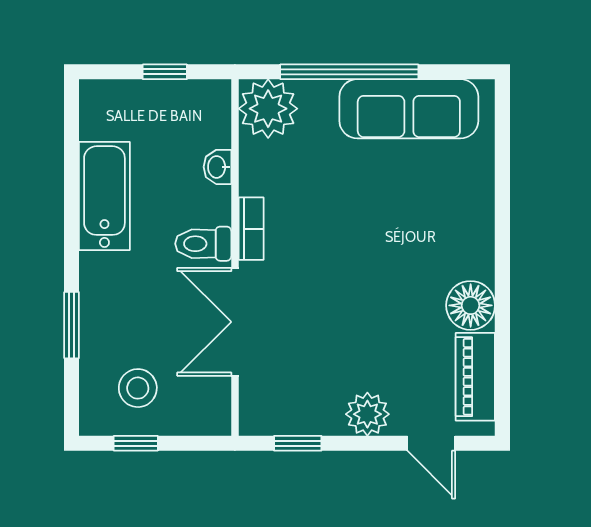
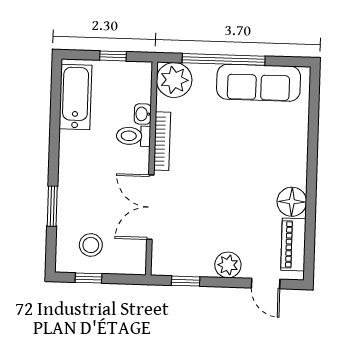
bathtub: (104, 196) -> (75, 97), moved
bookcase: (251, 229) -> (162, 141), width x1.56
toilet: (203, 244) -> (133, 136), moved

